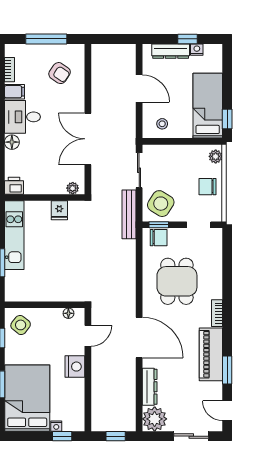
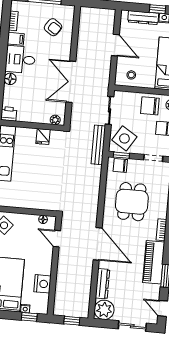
chair: (189, 160) -> (150, 106), added
chair: (159, 238) -> (120, 165), turned 180
door: (88, 336) -> (57, 239), swing flipped
nightstand: (75, 367) -> (42, 284), moved

